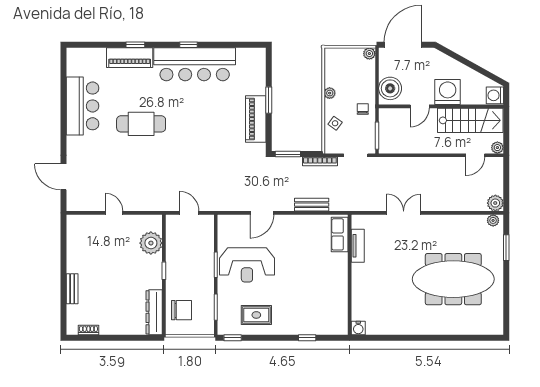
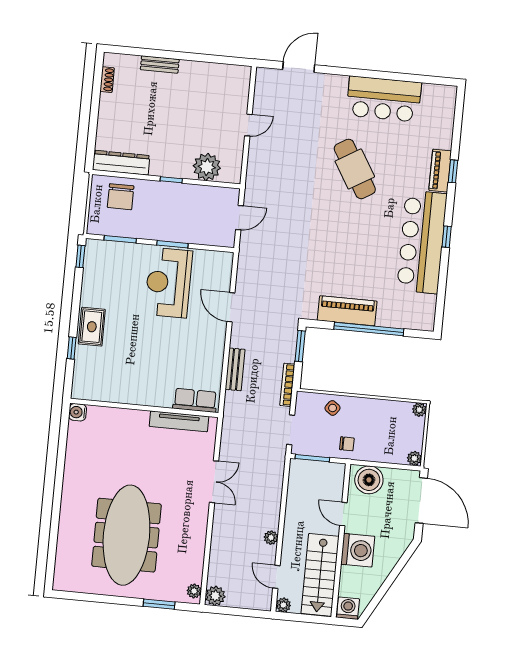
piano: (130, 58) -> (440, 171), width x0.73, depth x0.75
plant: (330, 93) -> (419, 410), moved
window: (269, 100) -> (369, 329), width x2.11
cafe table: (141, 124) -> (355, 169), turned -31
plant: (444, 163) -> (271, 538), added
tv unit: (358, 246) -> (179, 421), width x1.41
rug: (256, 315) -> (92, 327), moved

